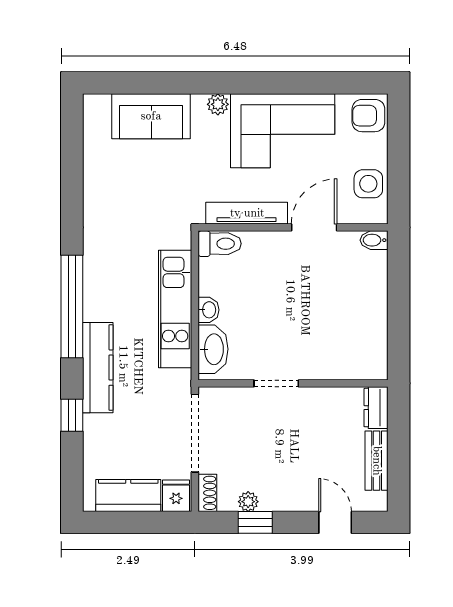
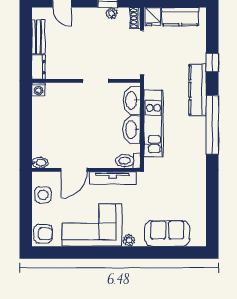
washbasin: (209, 310) -> (132, 130), width x1.91, depth x1.45
washing machine: (376, 368) -> (38, 89), added

